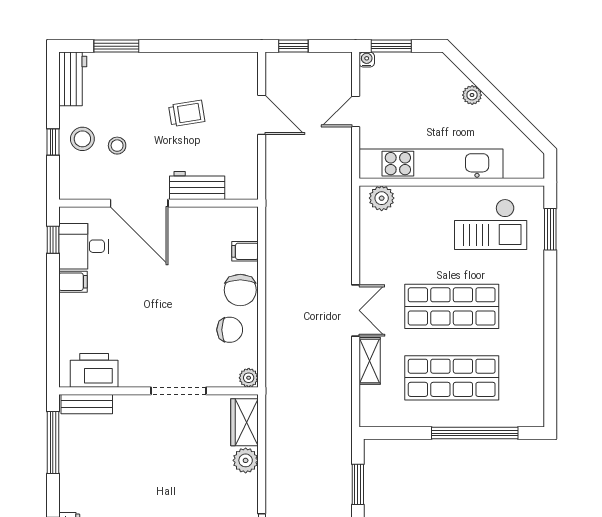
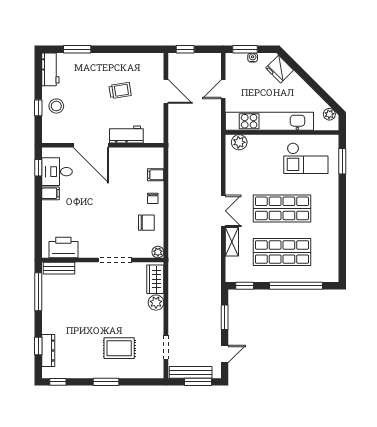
water cooler: (367, 60) -> (253, 58), moved
fridge: (448, 78) -> (280, 69), added
plant: (472, 95) -> (329, 114), moved
stool: (117, 146) -> (78, 110), removed
chair: (240, 290) -> (153, 198), width x0.54, depth x0.54
window: (390, 433) -> (245, 286), added

